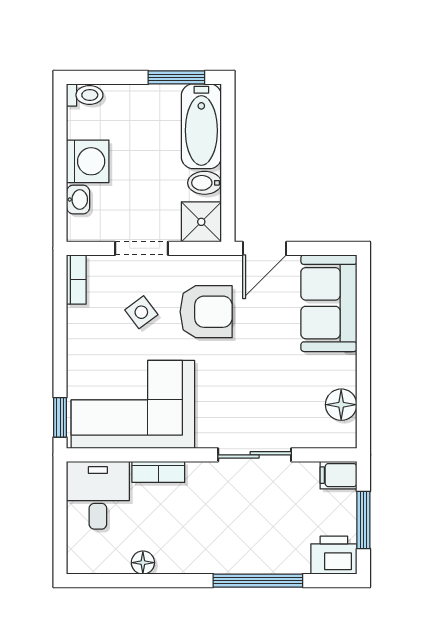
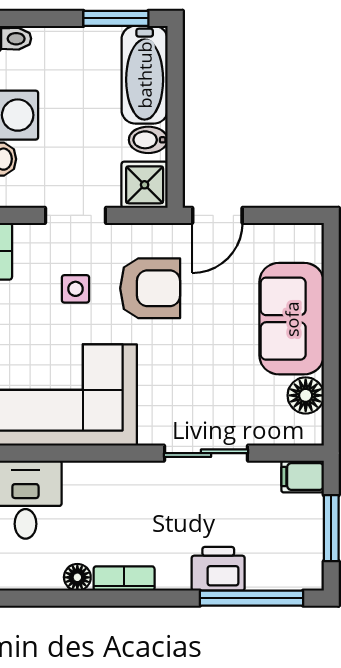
sofa: (329, 303) -> (292, 319), moved
side table: (141, 312) -> (75, 289), turned 37
bookcase: (158, 472) -> (124, 579), moved, turned 180
printer: (334, 555) -> (218, 569), moved
window: (258, 581) -> (252, 598), moved

